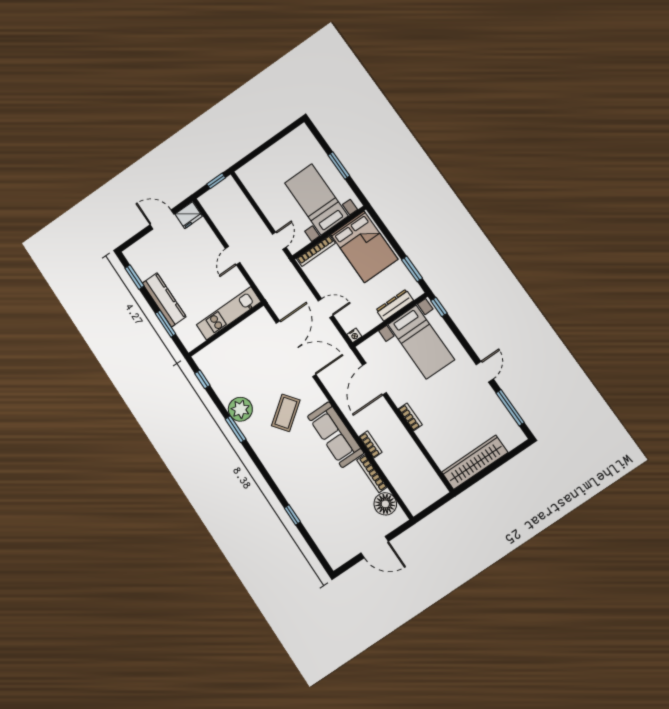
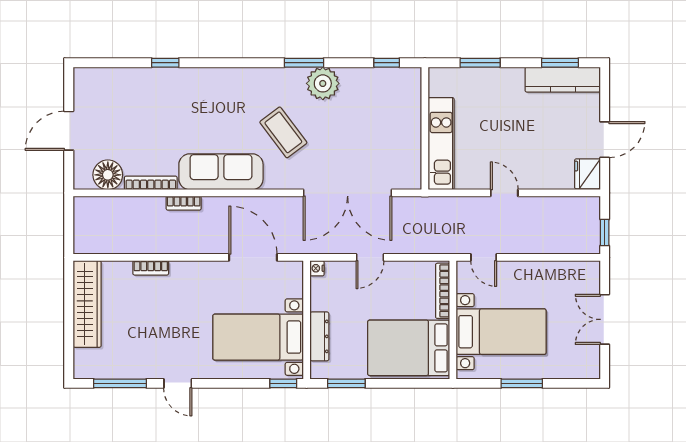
double door: (267, 145) -> (605, 319), added
kitchen counter: (164, 300) -> (563, 80), moved
bookcase: (410, 417) -> (151, 268), moved

